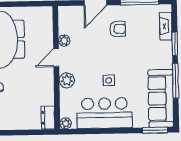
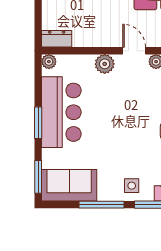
side table: (109, 80) -> (132, 186), moved
sofa: (161, 98) -> (69, 185), width x0.73
window: (113, 131) -> (38, 123), added

